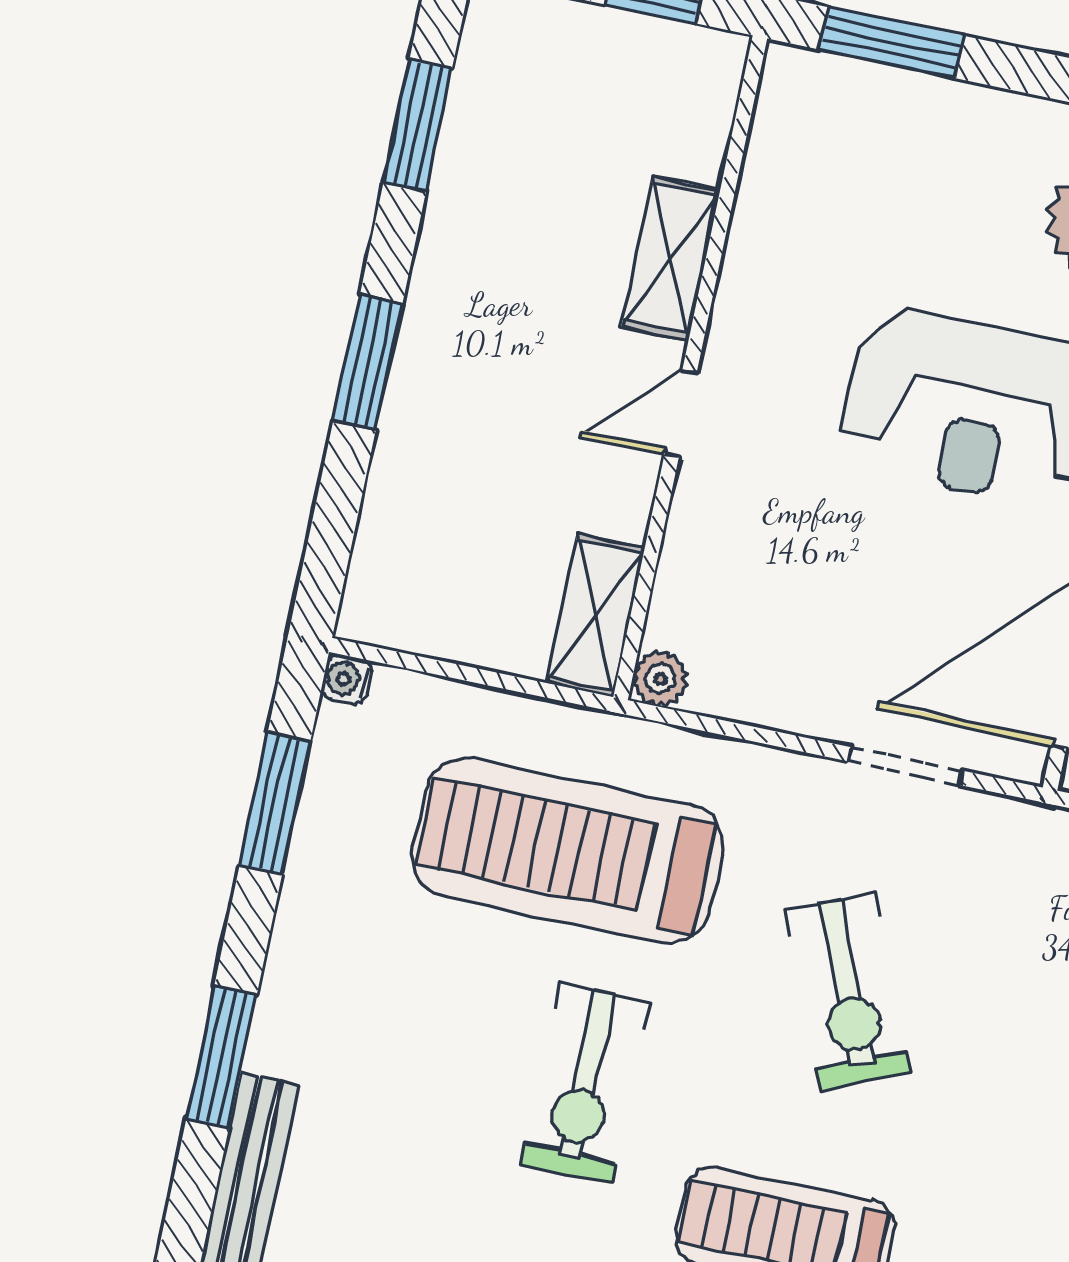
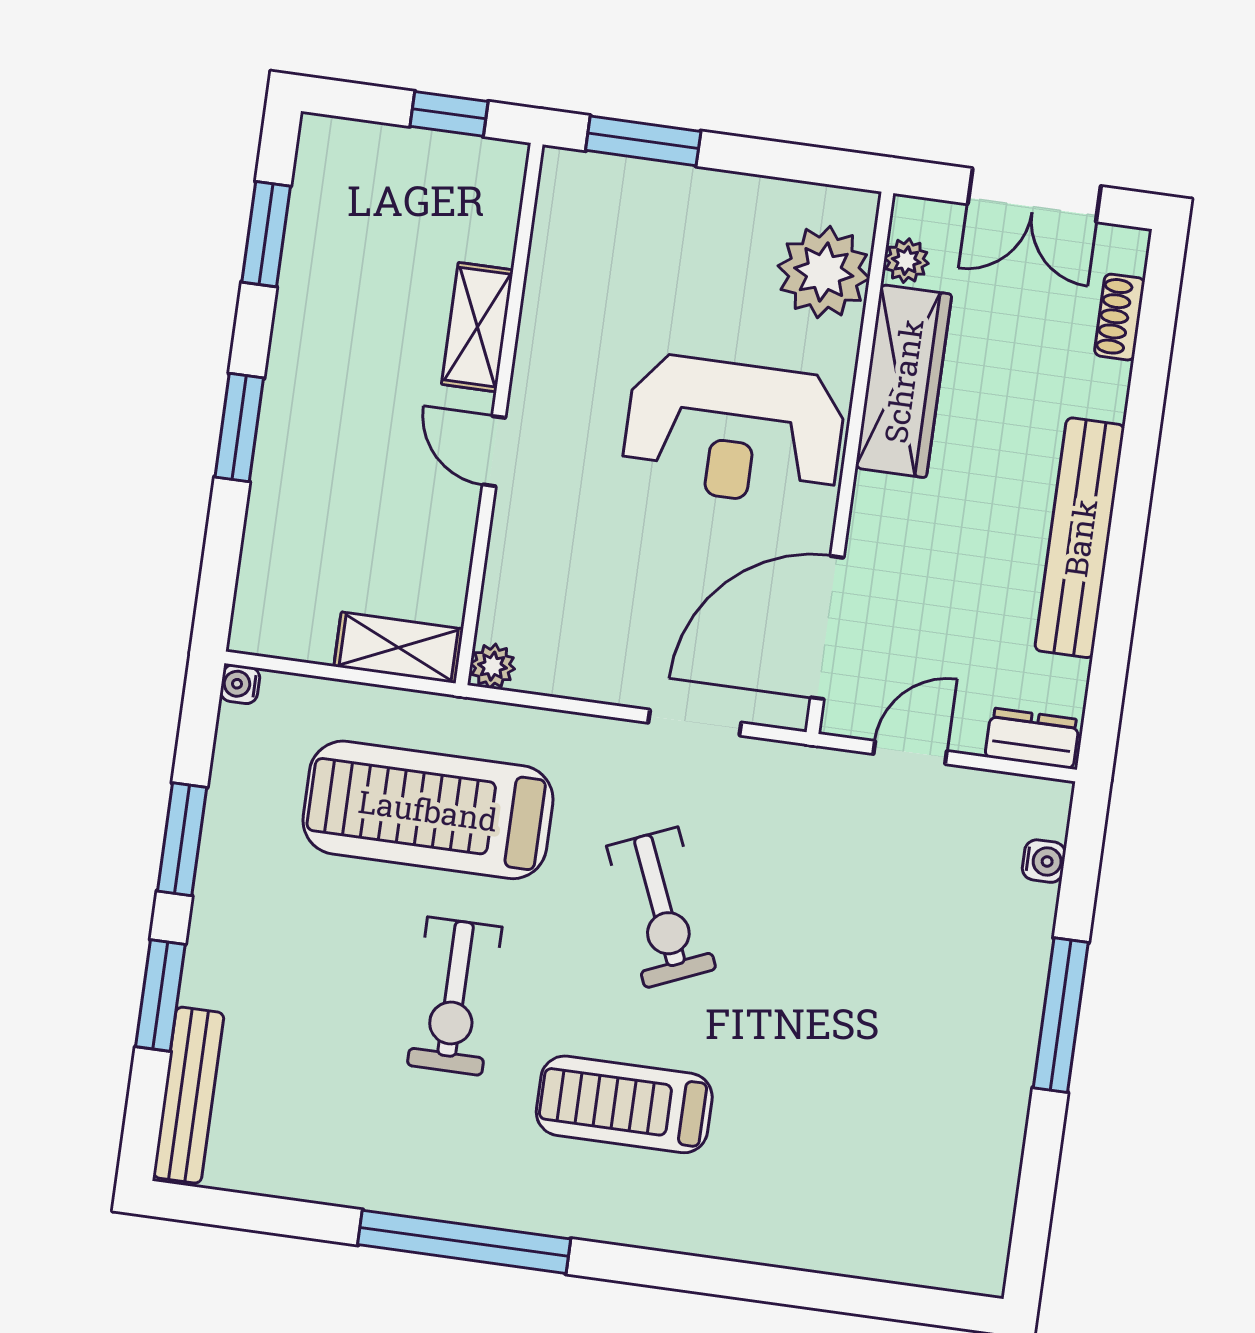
door: (681, 413) -> (494, 451), hinge flipped
shelving: (596, 615) -> (399, 648), moved, turned 90
window: (275, 803) -> (182, 839), moved

